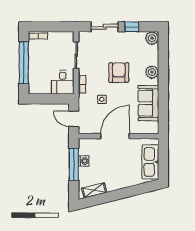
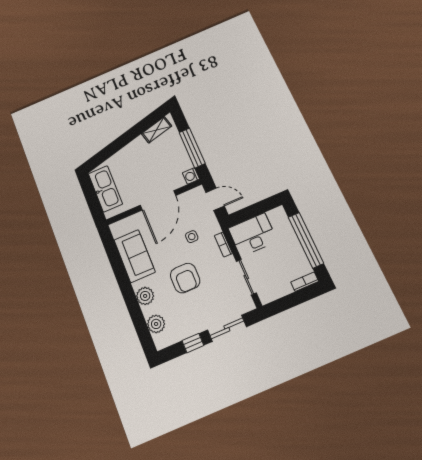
plant: (152, 38) -> (156, 324), moved
desk: (63, 82) -> (253, 235), width x1.37
washing machine: (84, 161) -> (191, 176), moved

